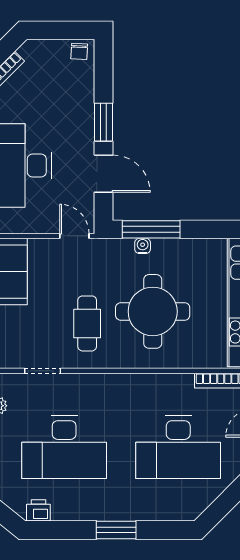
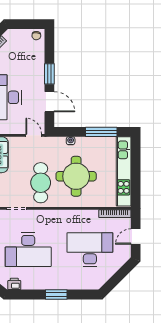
window: (151, 229) -> (101, 132), moved
cafe table: (87, 323) -> (41, 183), width x1.37, depth x1.35
desk: (178, 447) -> (90, 250), turned 180

